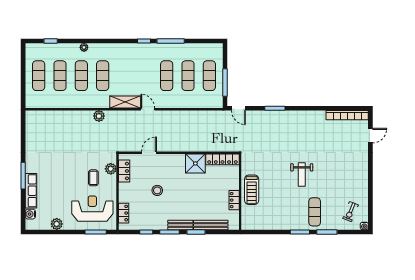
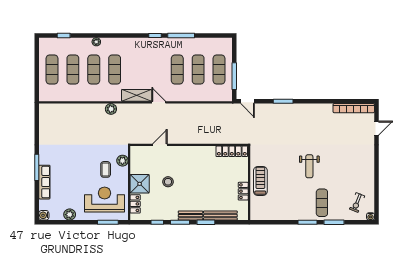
shower: (195, 163) -> (140, 184), moved
locker: (124, 171) -> (136, 163), removed
treadmill: (252, 190) -> (260, 181), turned 180
water cooler: (30, 214) -> (44, 215), moved

